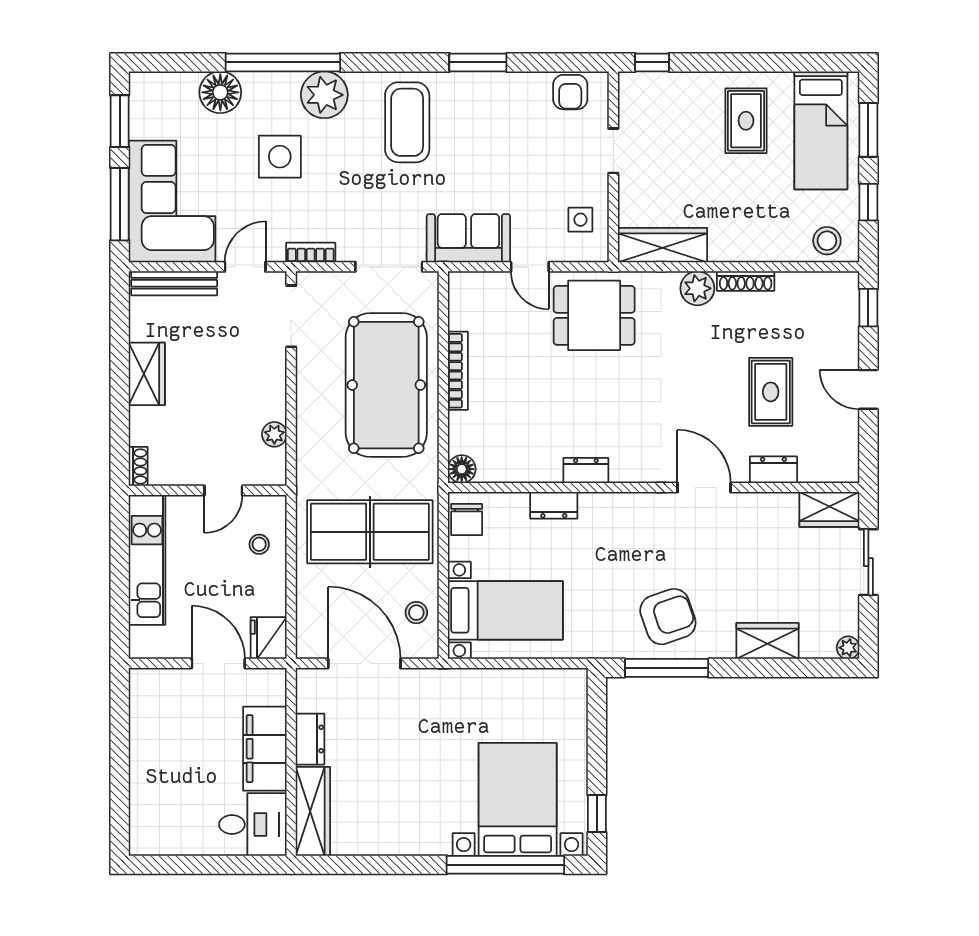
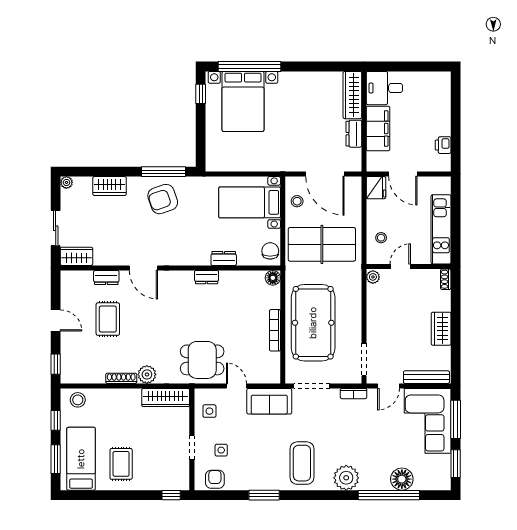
window: (283, 62) -> (389, 495), moved
side table: (280, 157) -> (221, 450), moved, width x0.54, depth x0.54
plant: (274, 434) -> (373, 277), moved
printer: (143, 718) -> (443, 145), added

